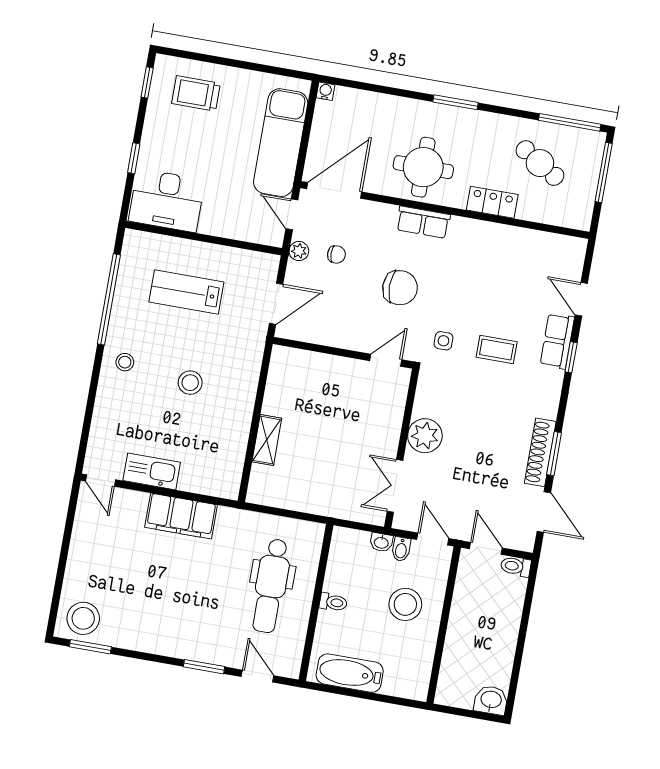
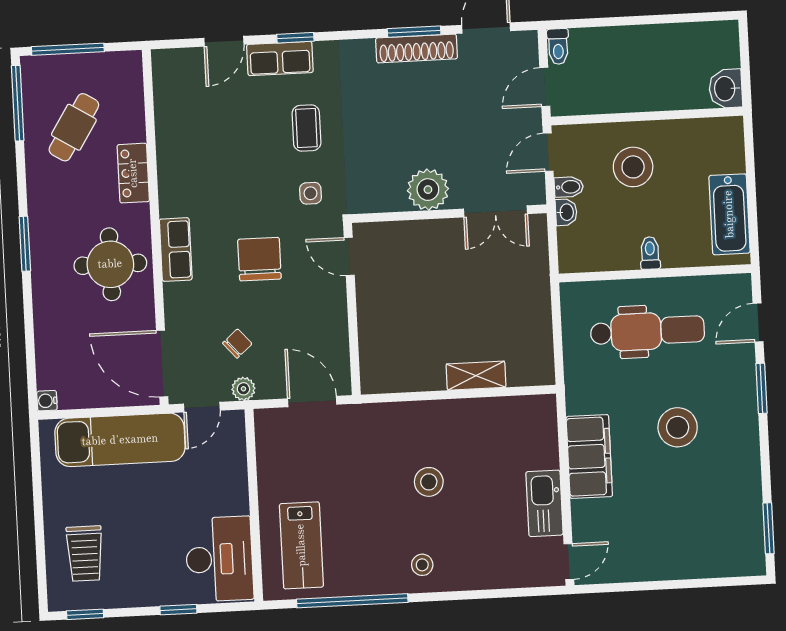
chair: (336, 254) -> (237, 343), turned 49
lab bench: (186, 292) -> (301, 545), moved
stool: (83, 618) -> (678, 427), moved
washbasin: (491, 700) -> (726, 89), moved

